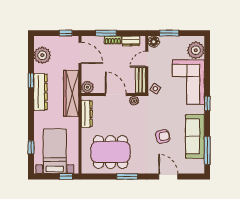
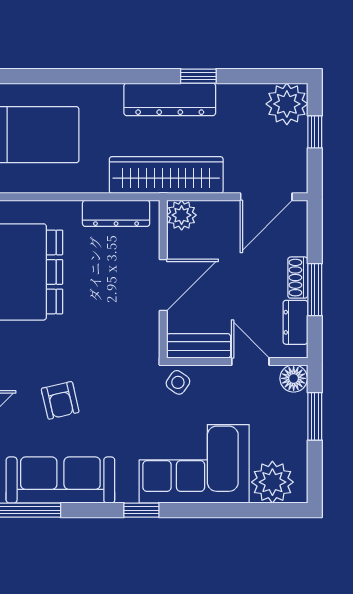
window: (66, 33) -> (315, 132), moved
window: (106, 33) -> (315, 290), moved
plant: (42, 55) -> (287, 104), moved
plant: (134, 101) -> (148, 330), removed
window: (31, 147) -> (33, 76), removed

